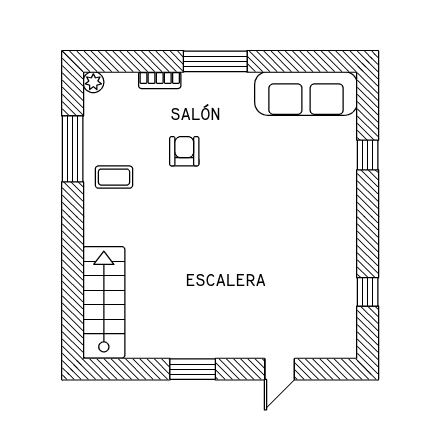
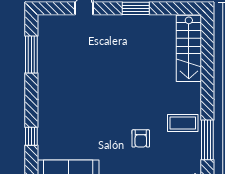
coffee table: (114, 177) -> (183, 123), width x1.36, depth x1.30
window: (368, 292) -> (31, 54), width x2.17

